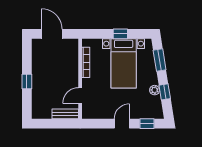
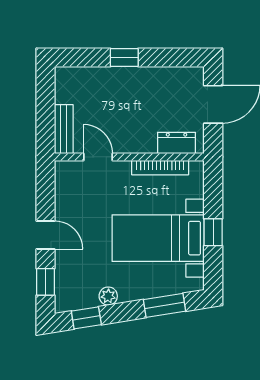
dresser: (73, 54) -> (177, 143), added
window: (165, 92) -> (86, 318), moved

